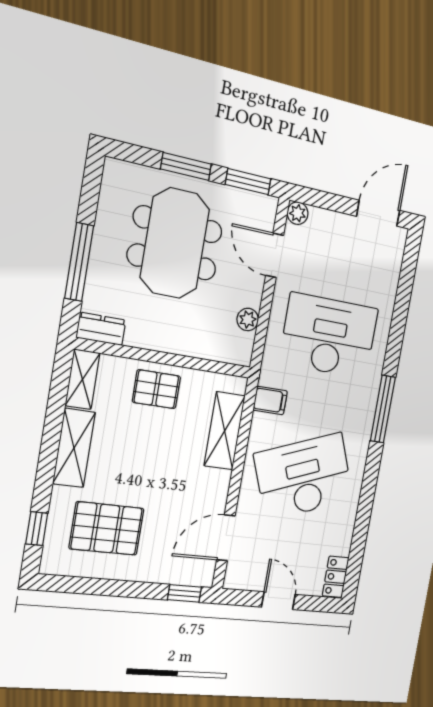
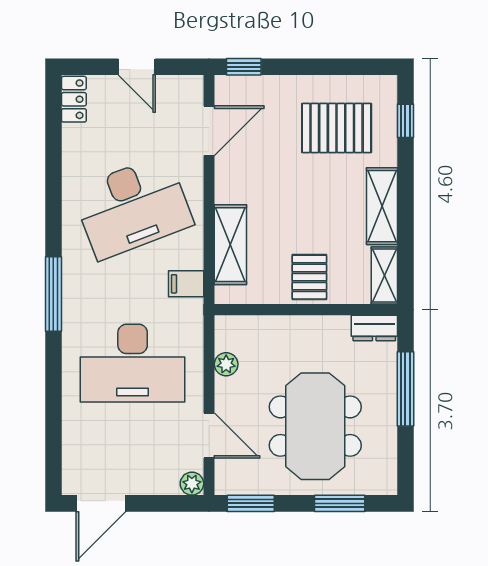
window: (186, 166) -> (340, 503), moved
pallet: (156, 389) -> (309, 277), turned 90

